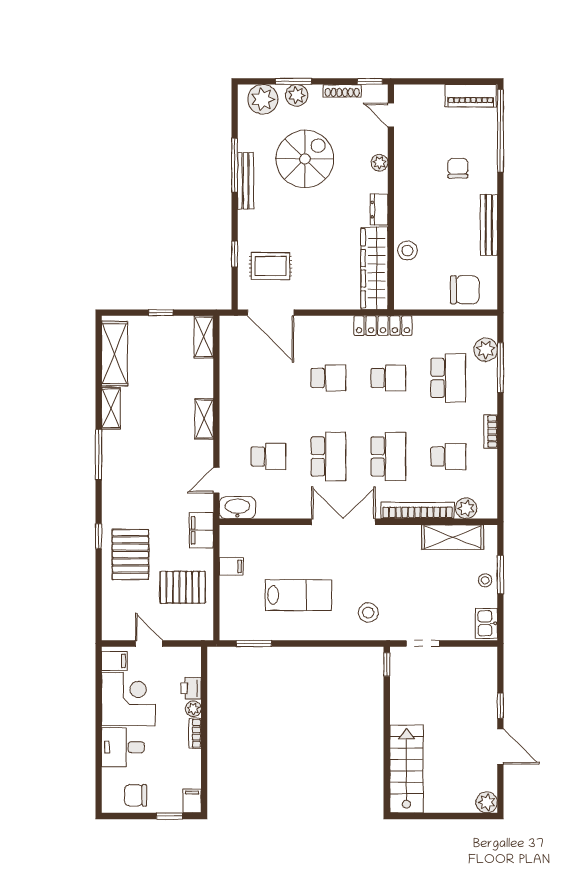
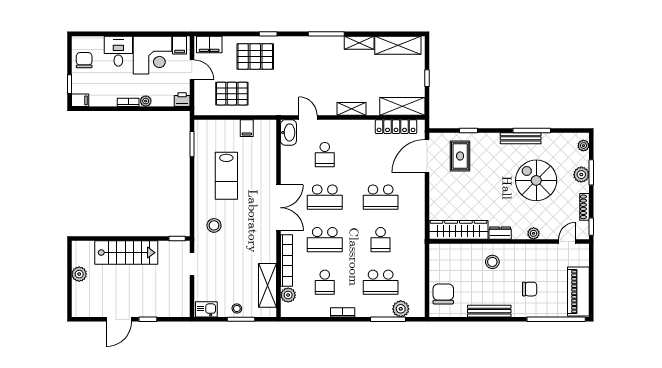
piano: (471, 96) -> (578, 292), width x1.37, depth x1.33
plant: (263, 99) -> (583, 146), width x0.53, depth x0.53
spiral stairs: (305, 159) -> (536, 180), turned 180
stool: (408, 251) -> (492, 262), moved
chair: (465, 290) -> (443, 294), turned 180
locker: (383, 326) -> (396, 127), moved, turned -90
shelving: (204, 337) -> (402, 106), width x1.50, depth x1.33
school desk: (328, 378) -> (381, 197), width x1.85
filing cabinet: (201, 530) -> (209, 44), moved, turned 180
pallet: (183, 587) -> (232, 94), turned 90
door: (149, 644) -> (192, 70), hinge flipped
printer: (191, 688) -> (182, 100), moved
stairs: (406, 769) -> (126, 253), moved
plant: (487, 802) -> (79, 274), moved

